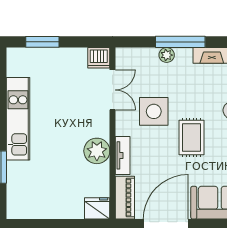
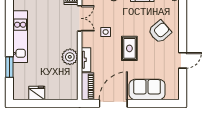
side table: (154, 111) -> (106, 32), width x0.54, depth x0.54
fridge: (97, 208) -> (37, 93), moved

